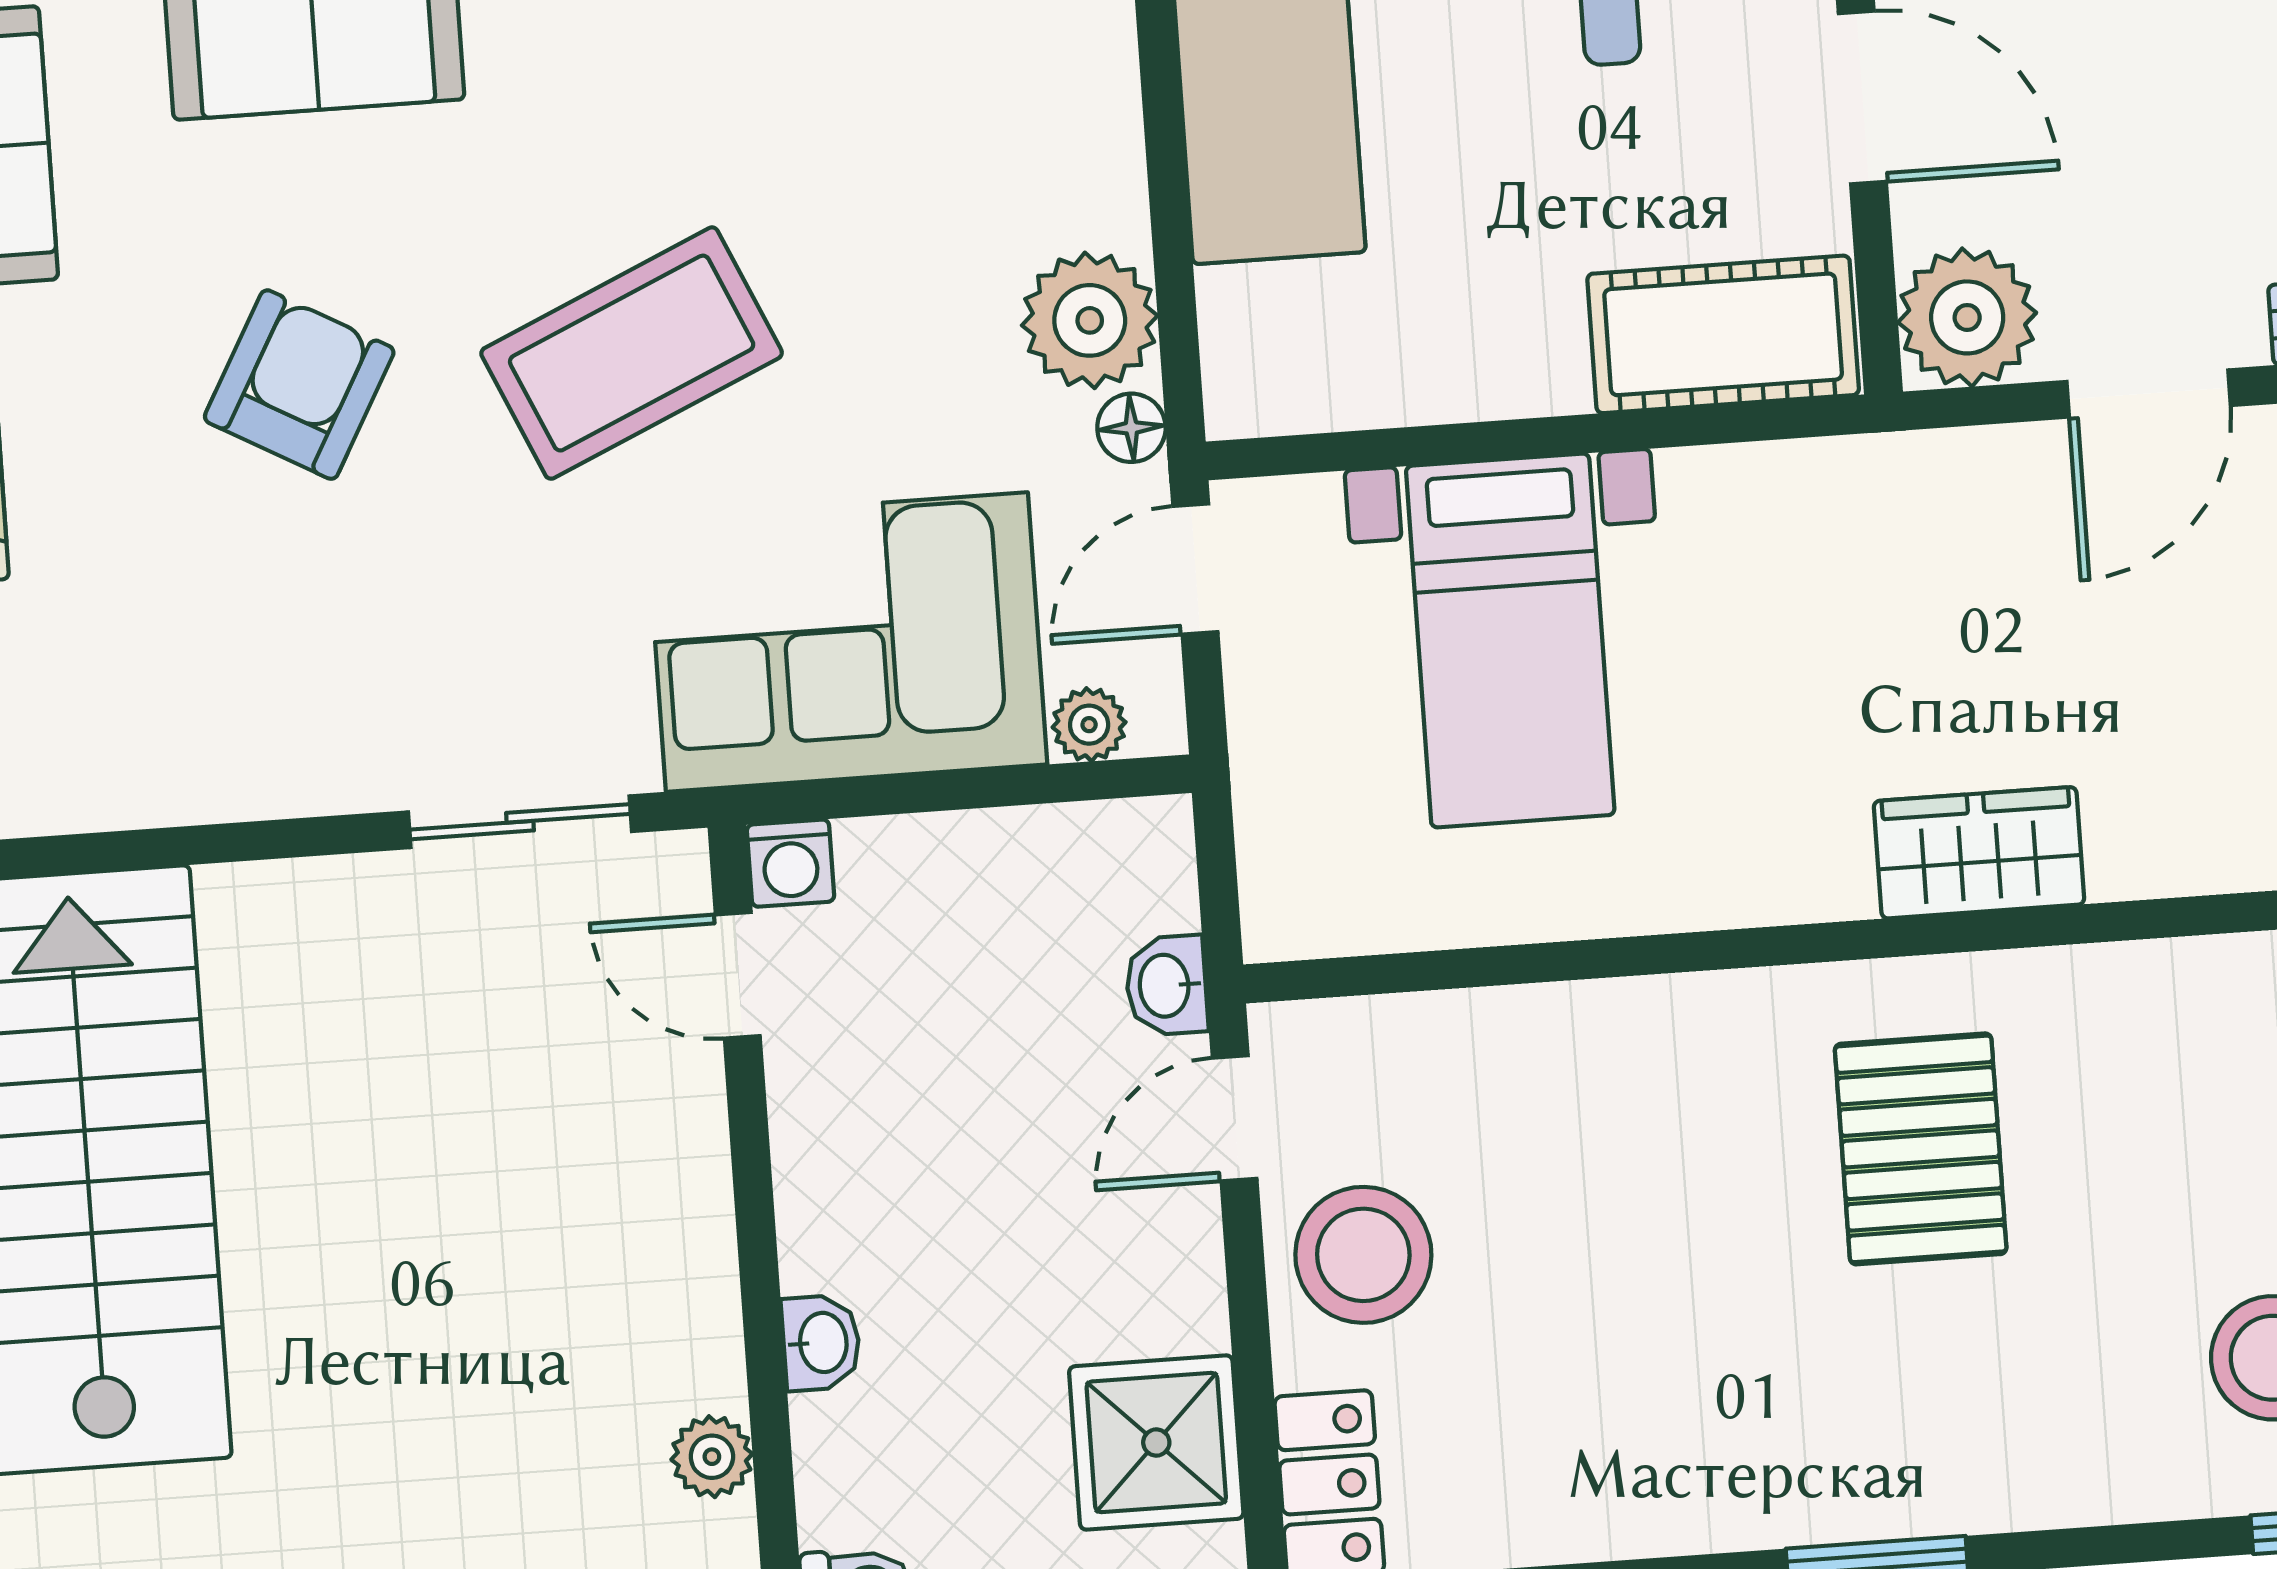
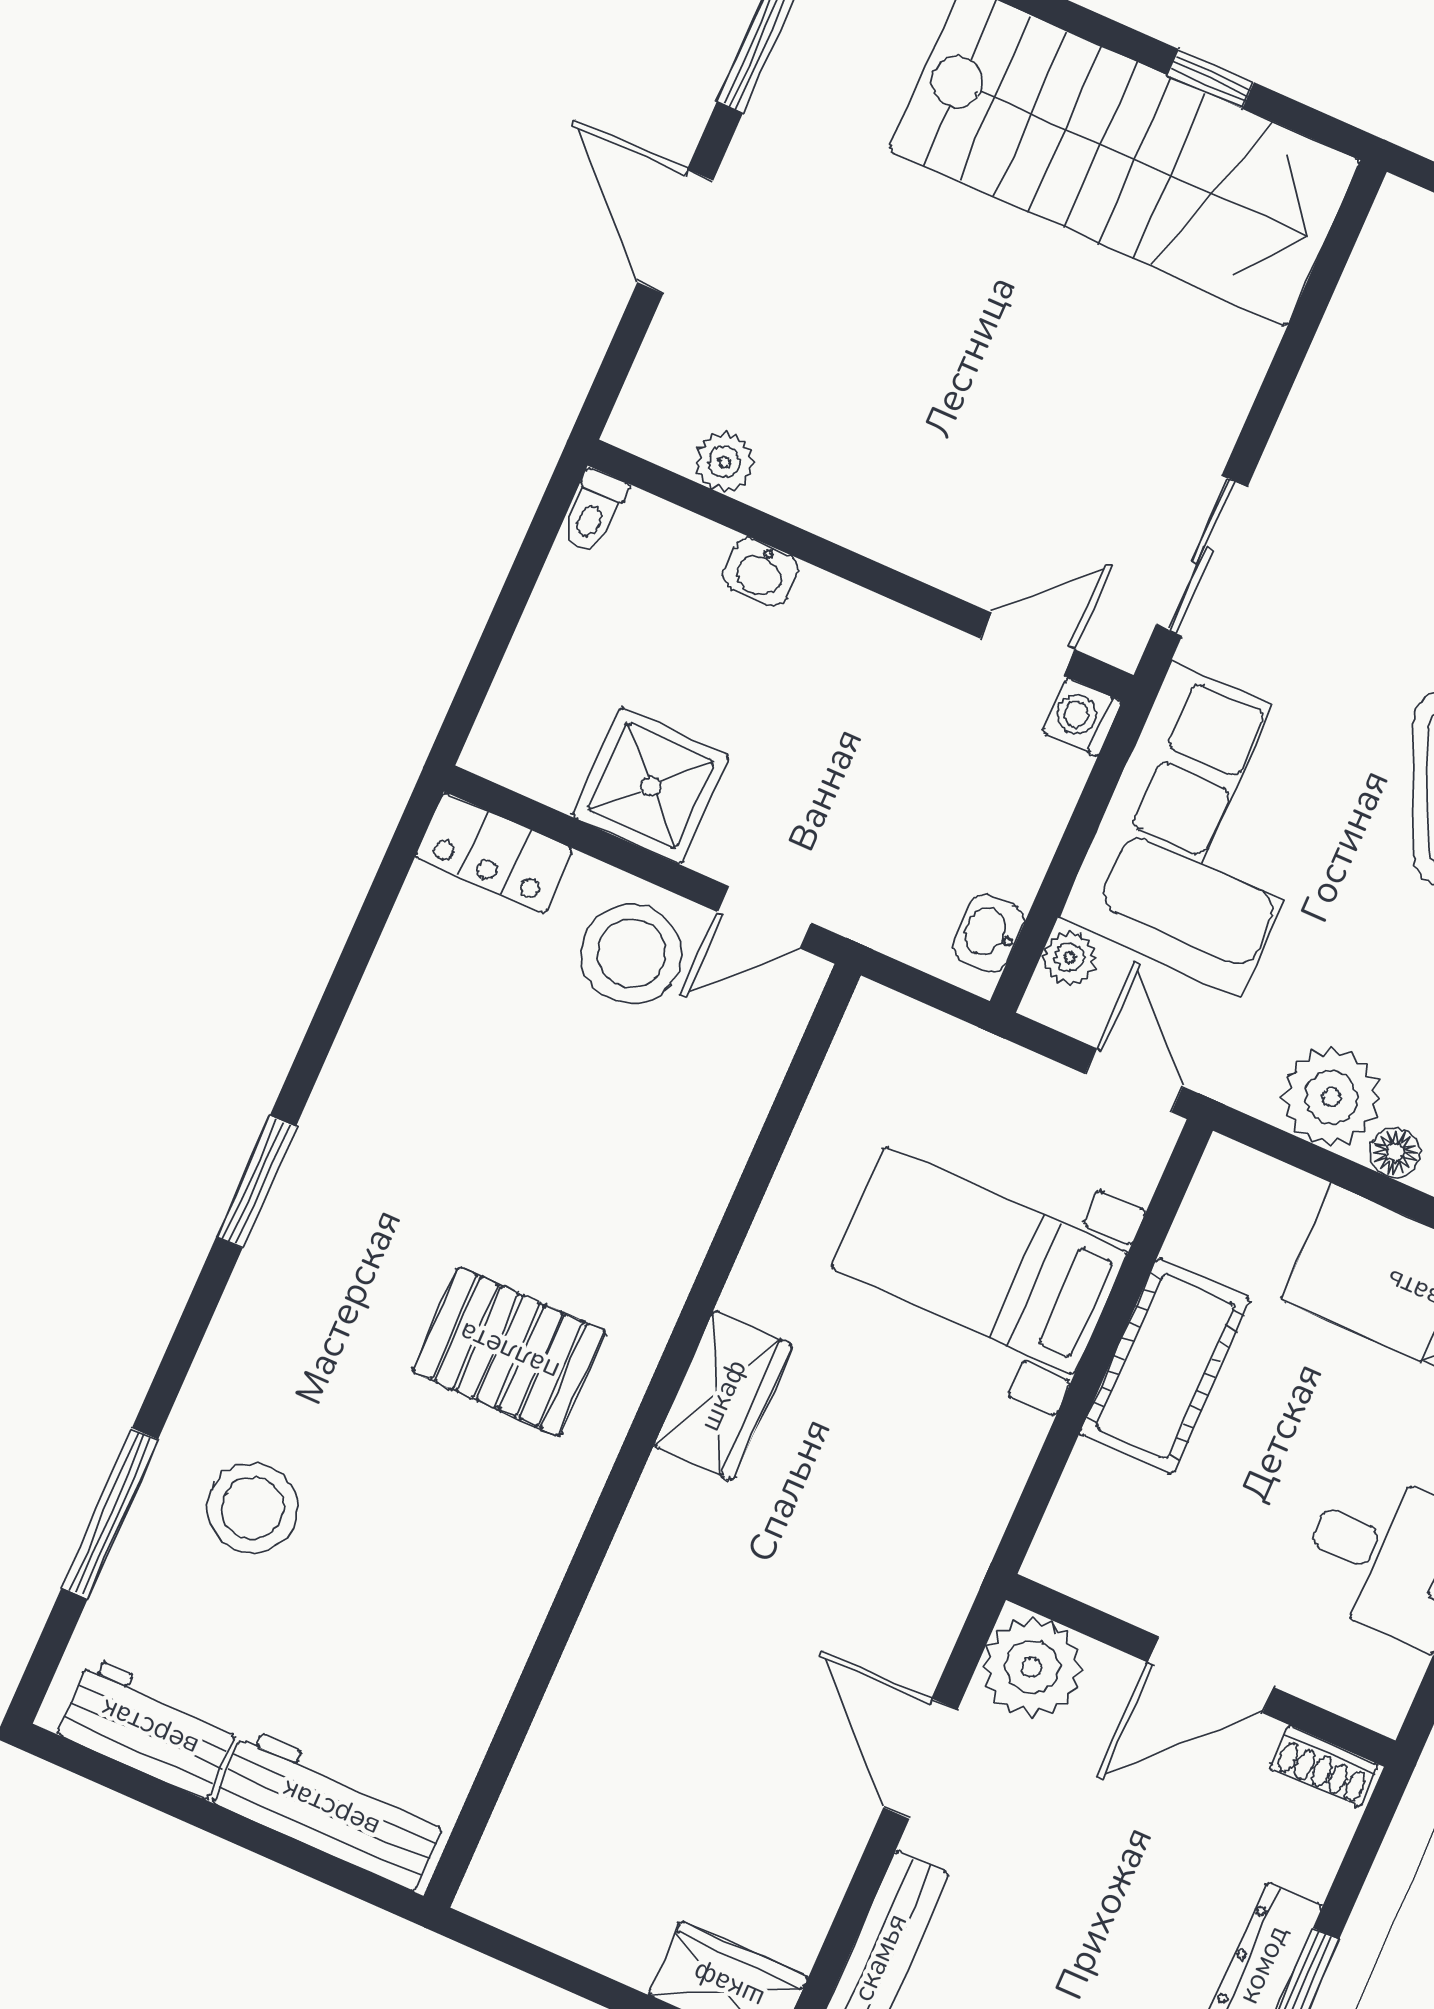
cot: (1723, 334) -> (1165, 1366), moved
floor lamp: (1131, 428) -> (1395, 1153), moved
wardrobe: (1979, 853) -> (723, 1395), moved
washbasin: (1166, 986) -> (988, 933), moved, turned -90
door: (1235, 1118) -> (764, 917), swing flipped
shower: (1156, 1442) -> (651, 786), moved

